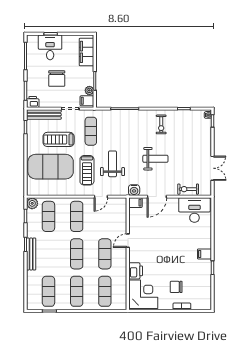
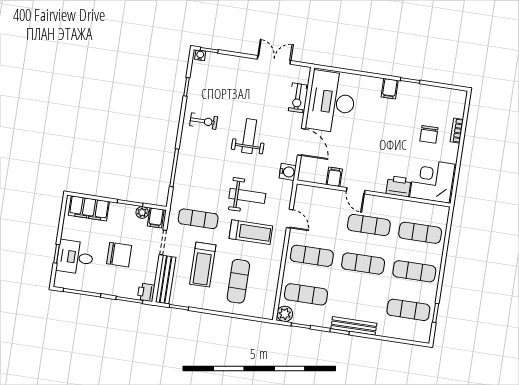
weight bench: (113, 164) -> (247, 196), turned 180
exercise mat: (51, 167) -> (238, 281), width x0.50, depth x0.69
filing cabinet: (135, 203) -> (334, 177), moved
desk: (194, 210) -> (331, 102), width x1.36, depth x1.30

